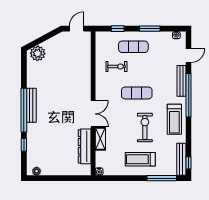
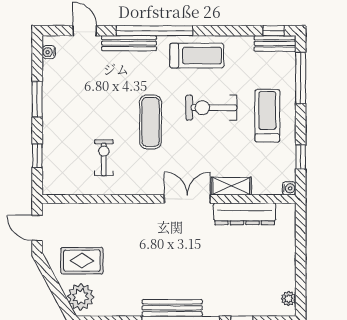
exercise mat: (133, 47) -> (69, 128), removed
rug: (58, 54) -> (82, 261), added
treadmill: (140, 159) -> (267, 116), turned 180
bench: (181, 159) -> (275, 43), width x0.73
window: (117, 178) -> (301, 157), added

